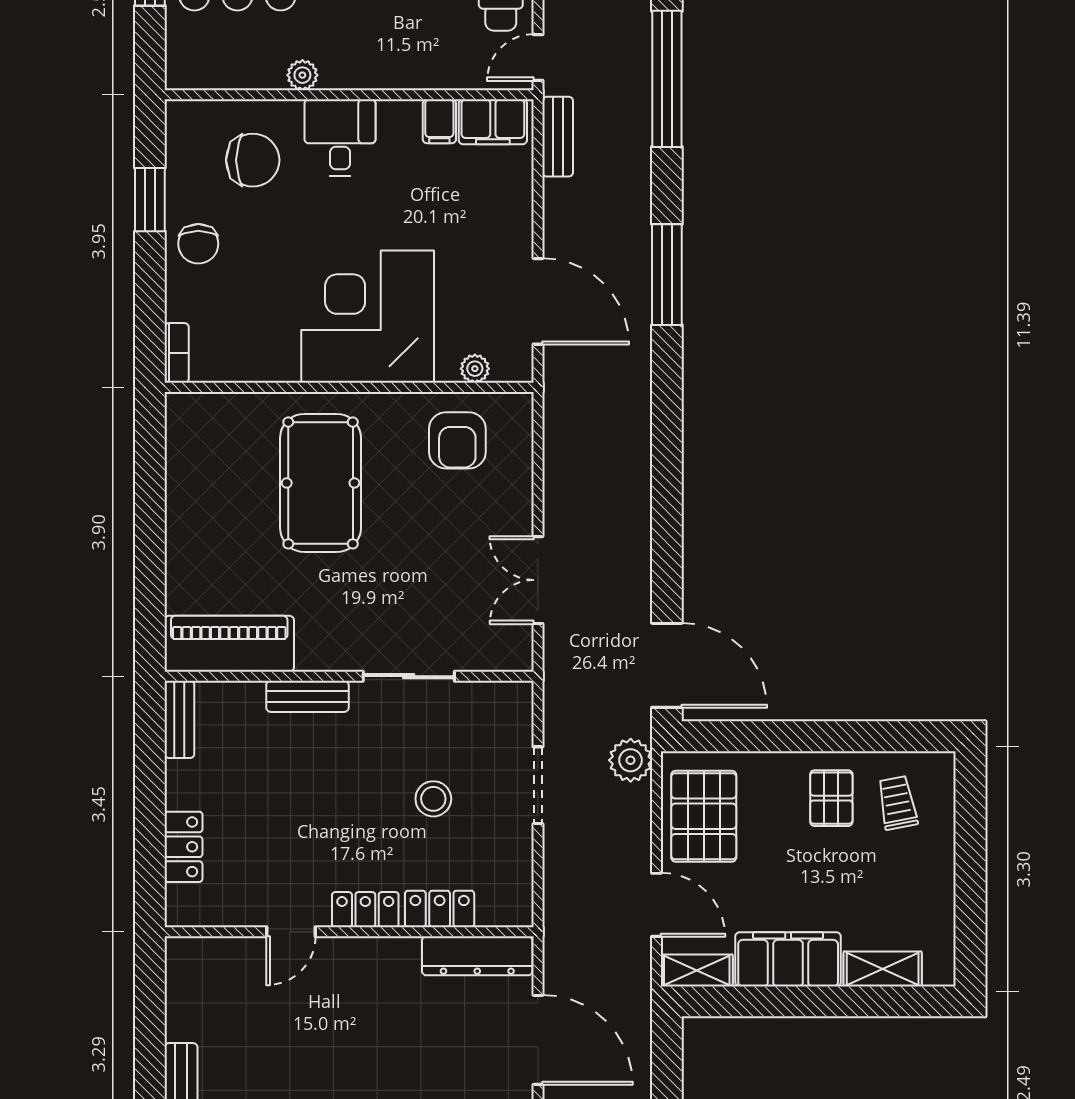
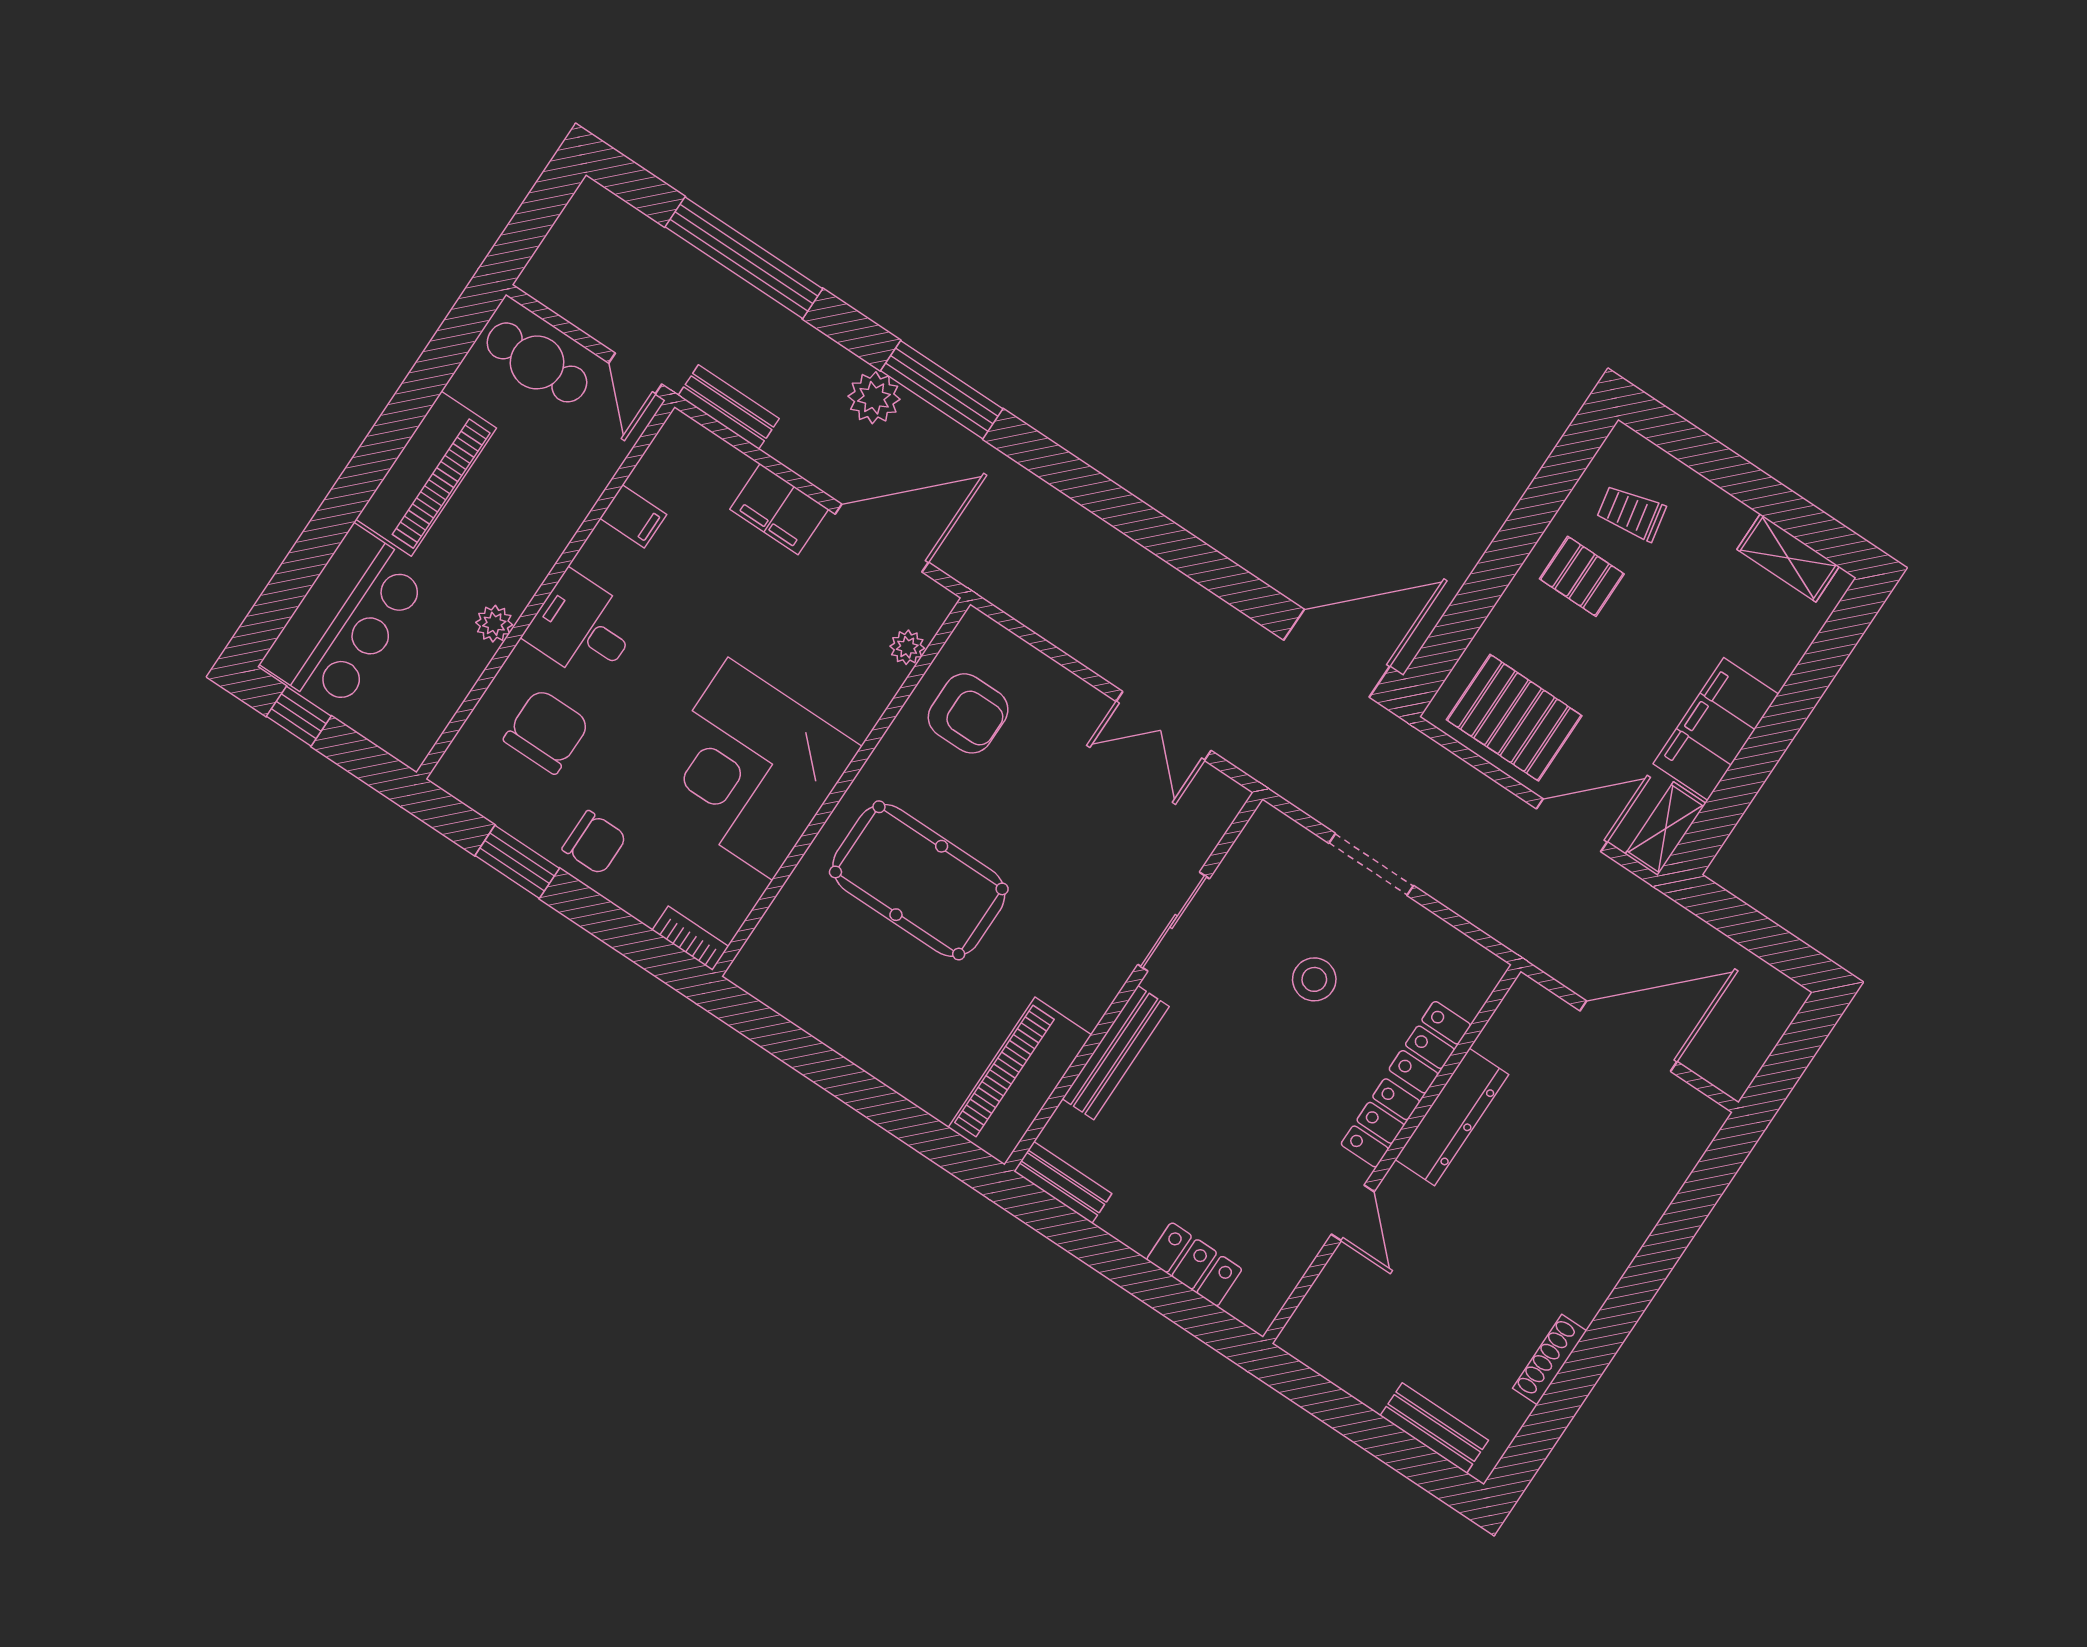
filing cabinet: (493, 122) -> (779, 509), moved, turned 90
corner desk: (368, 317) -> (750, 769), moved
bench: (307, 696) -> (1116, 1053), width x1.36
plant: (631, 760) -> (874, 398), moved
dresser: (477, 956) -> (1452, 1117), moved
shelving: (883, 969) -> (1788, 558), moved, turned 90

